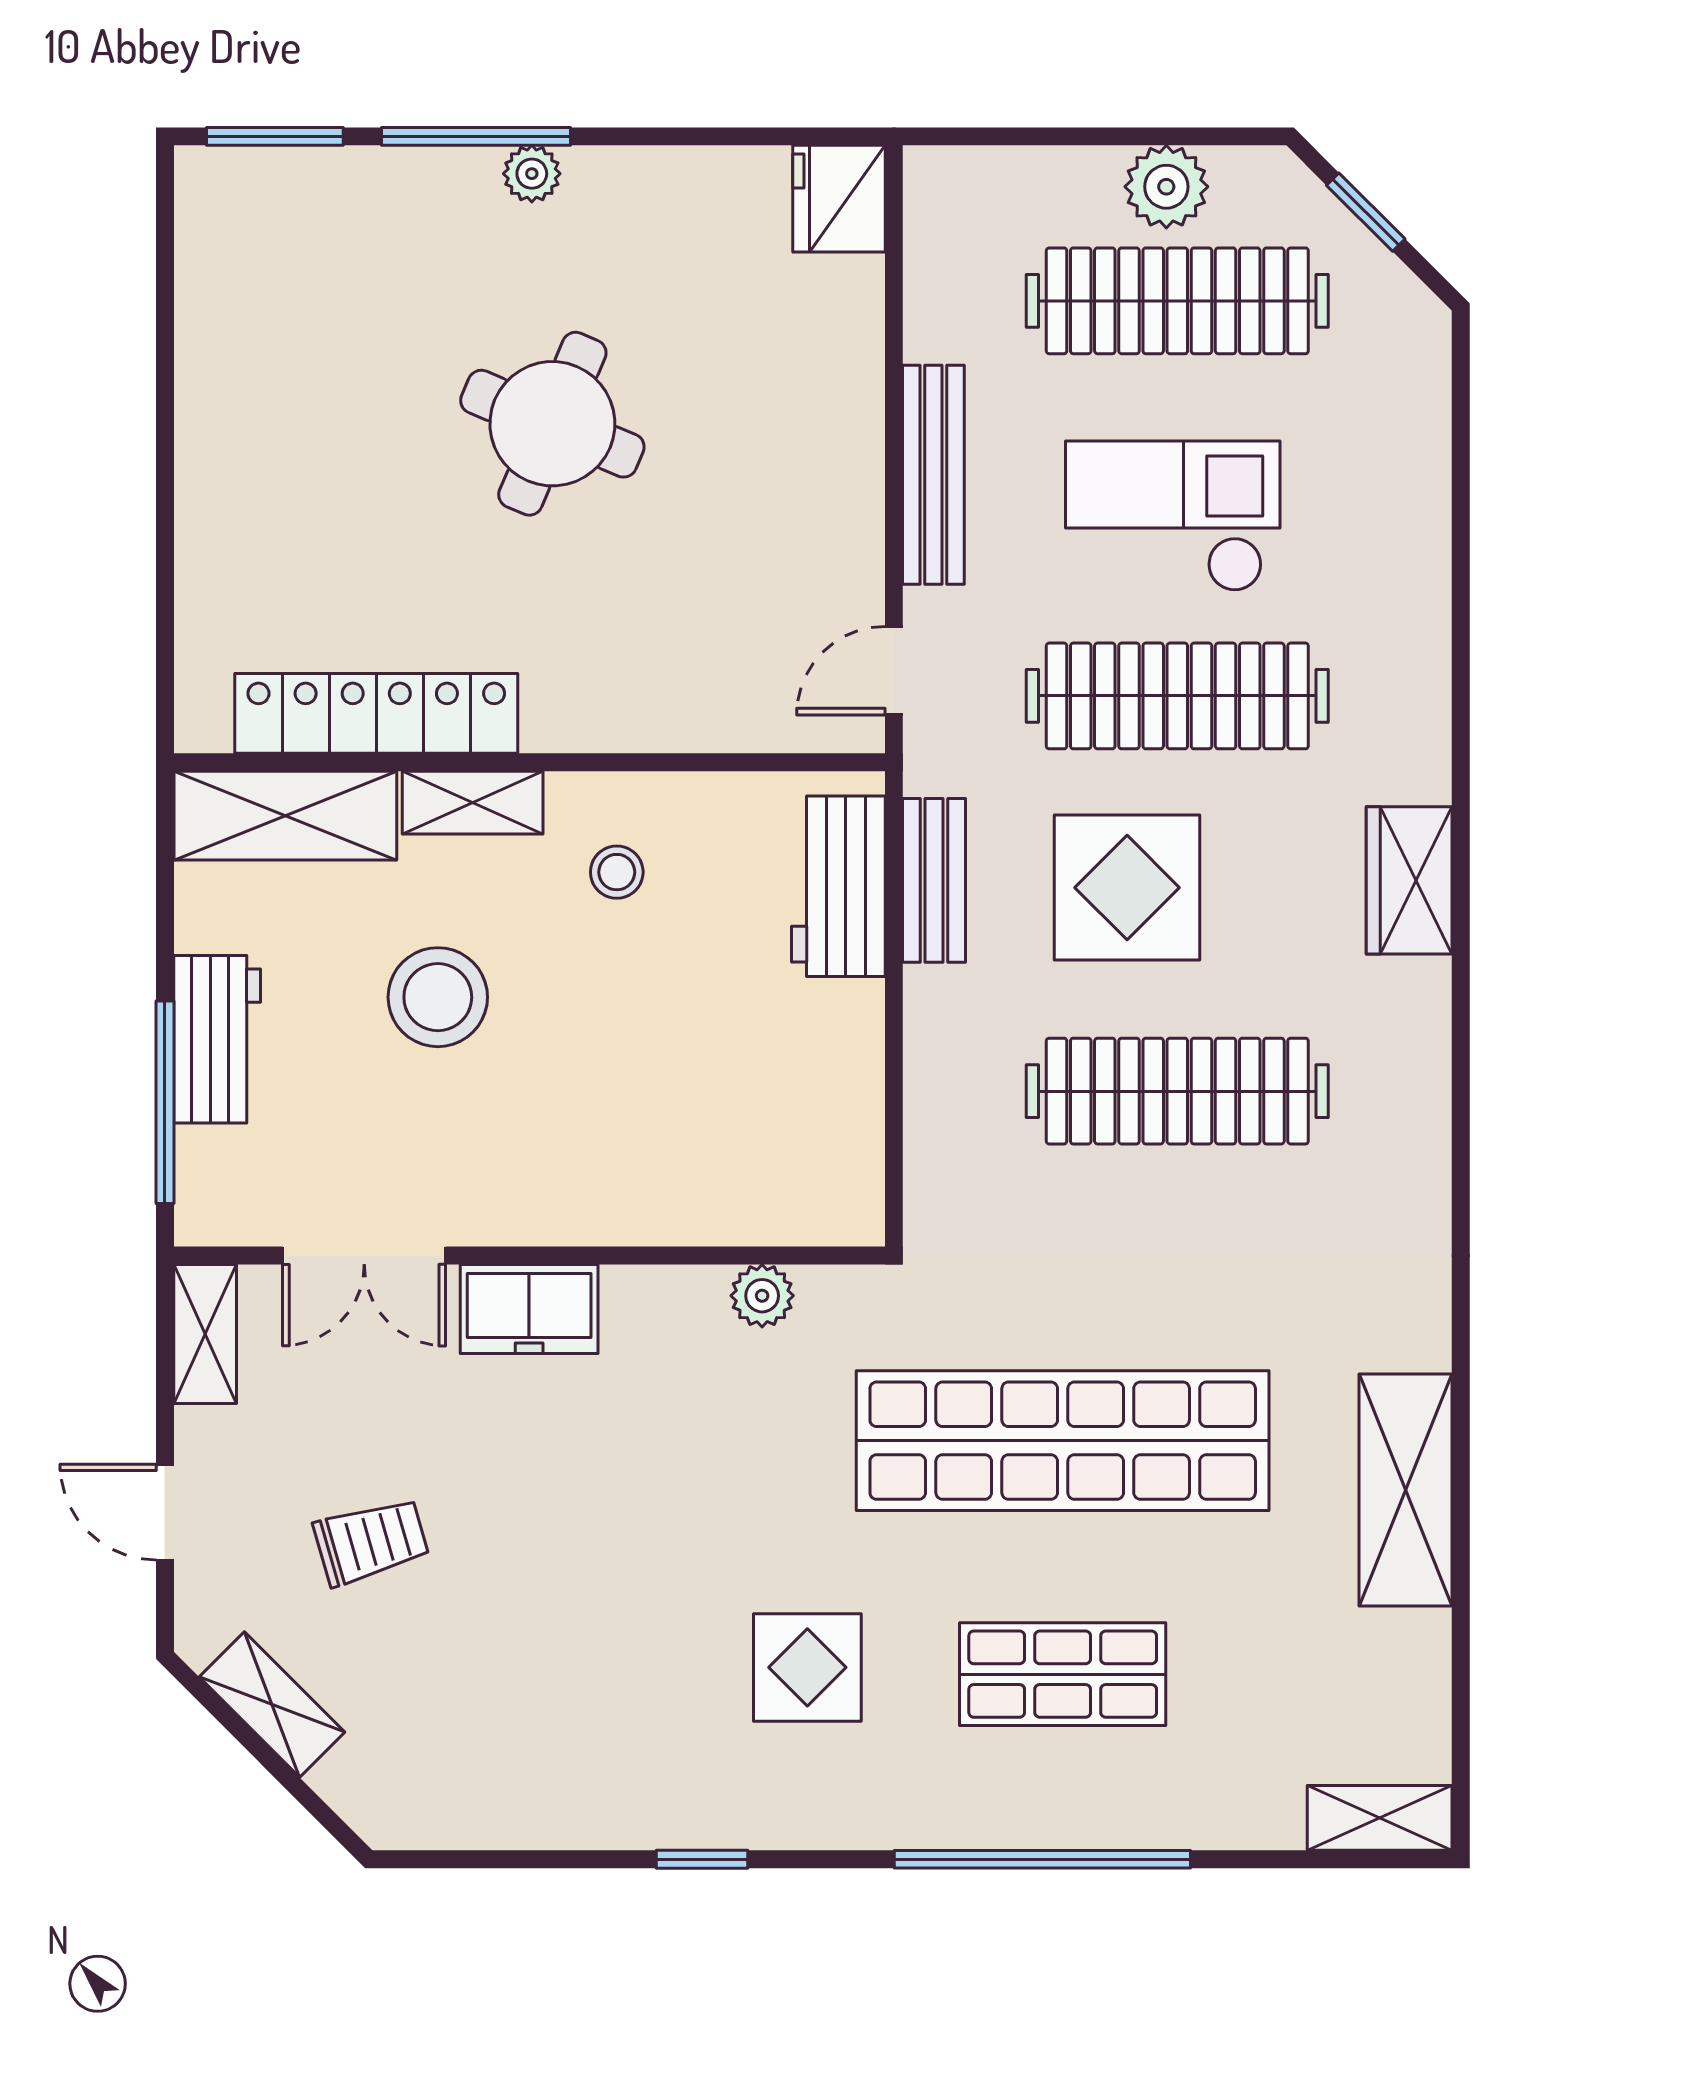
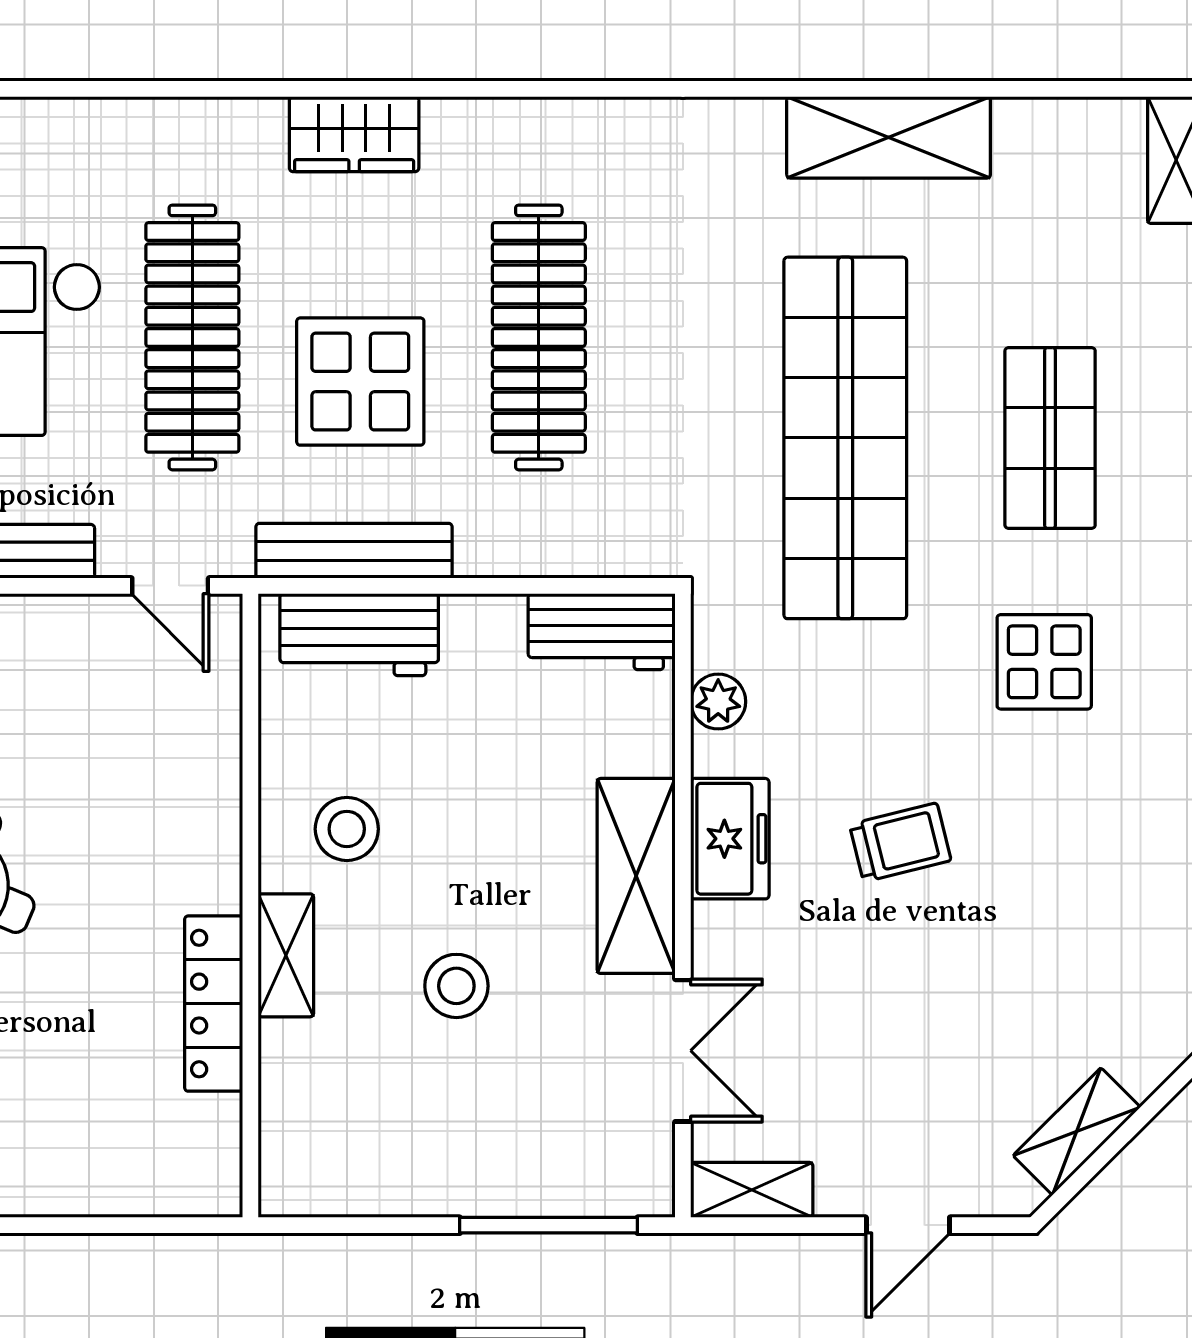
locker: (376, 713) -> (214, 1004), width x0.71, depth x0.83
shelving: (285, 816) -> (636, 876), moved
stool: (617, 872) -> (347, 829), width x1.37, depth x1.37
bench: (934, 880) -> (354, 551), width x1.36
stool: (438, 997) -> (456, 986), width x0.73, depth x0.73
workbench: (217, 1039) -> (602, 632), moved, turned 180
freezer: (529, 1309) -> (730, 839), moved
trolley: (371, 1541) -> (900, 842), moved, turned 92

